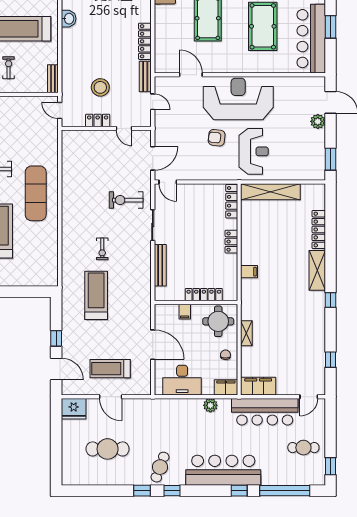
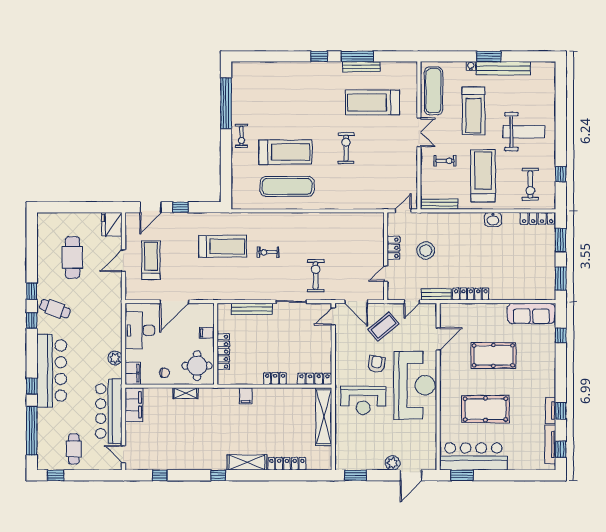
window: (330, 27) -> (462, 475), moved
bench: (53, 79) -> (439, 204), width x1.36
coffee table: (178, 131) -> (384, 327), added
exercise mat: (36, 193) -> (287, 186), moved

